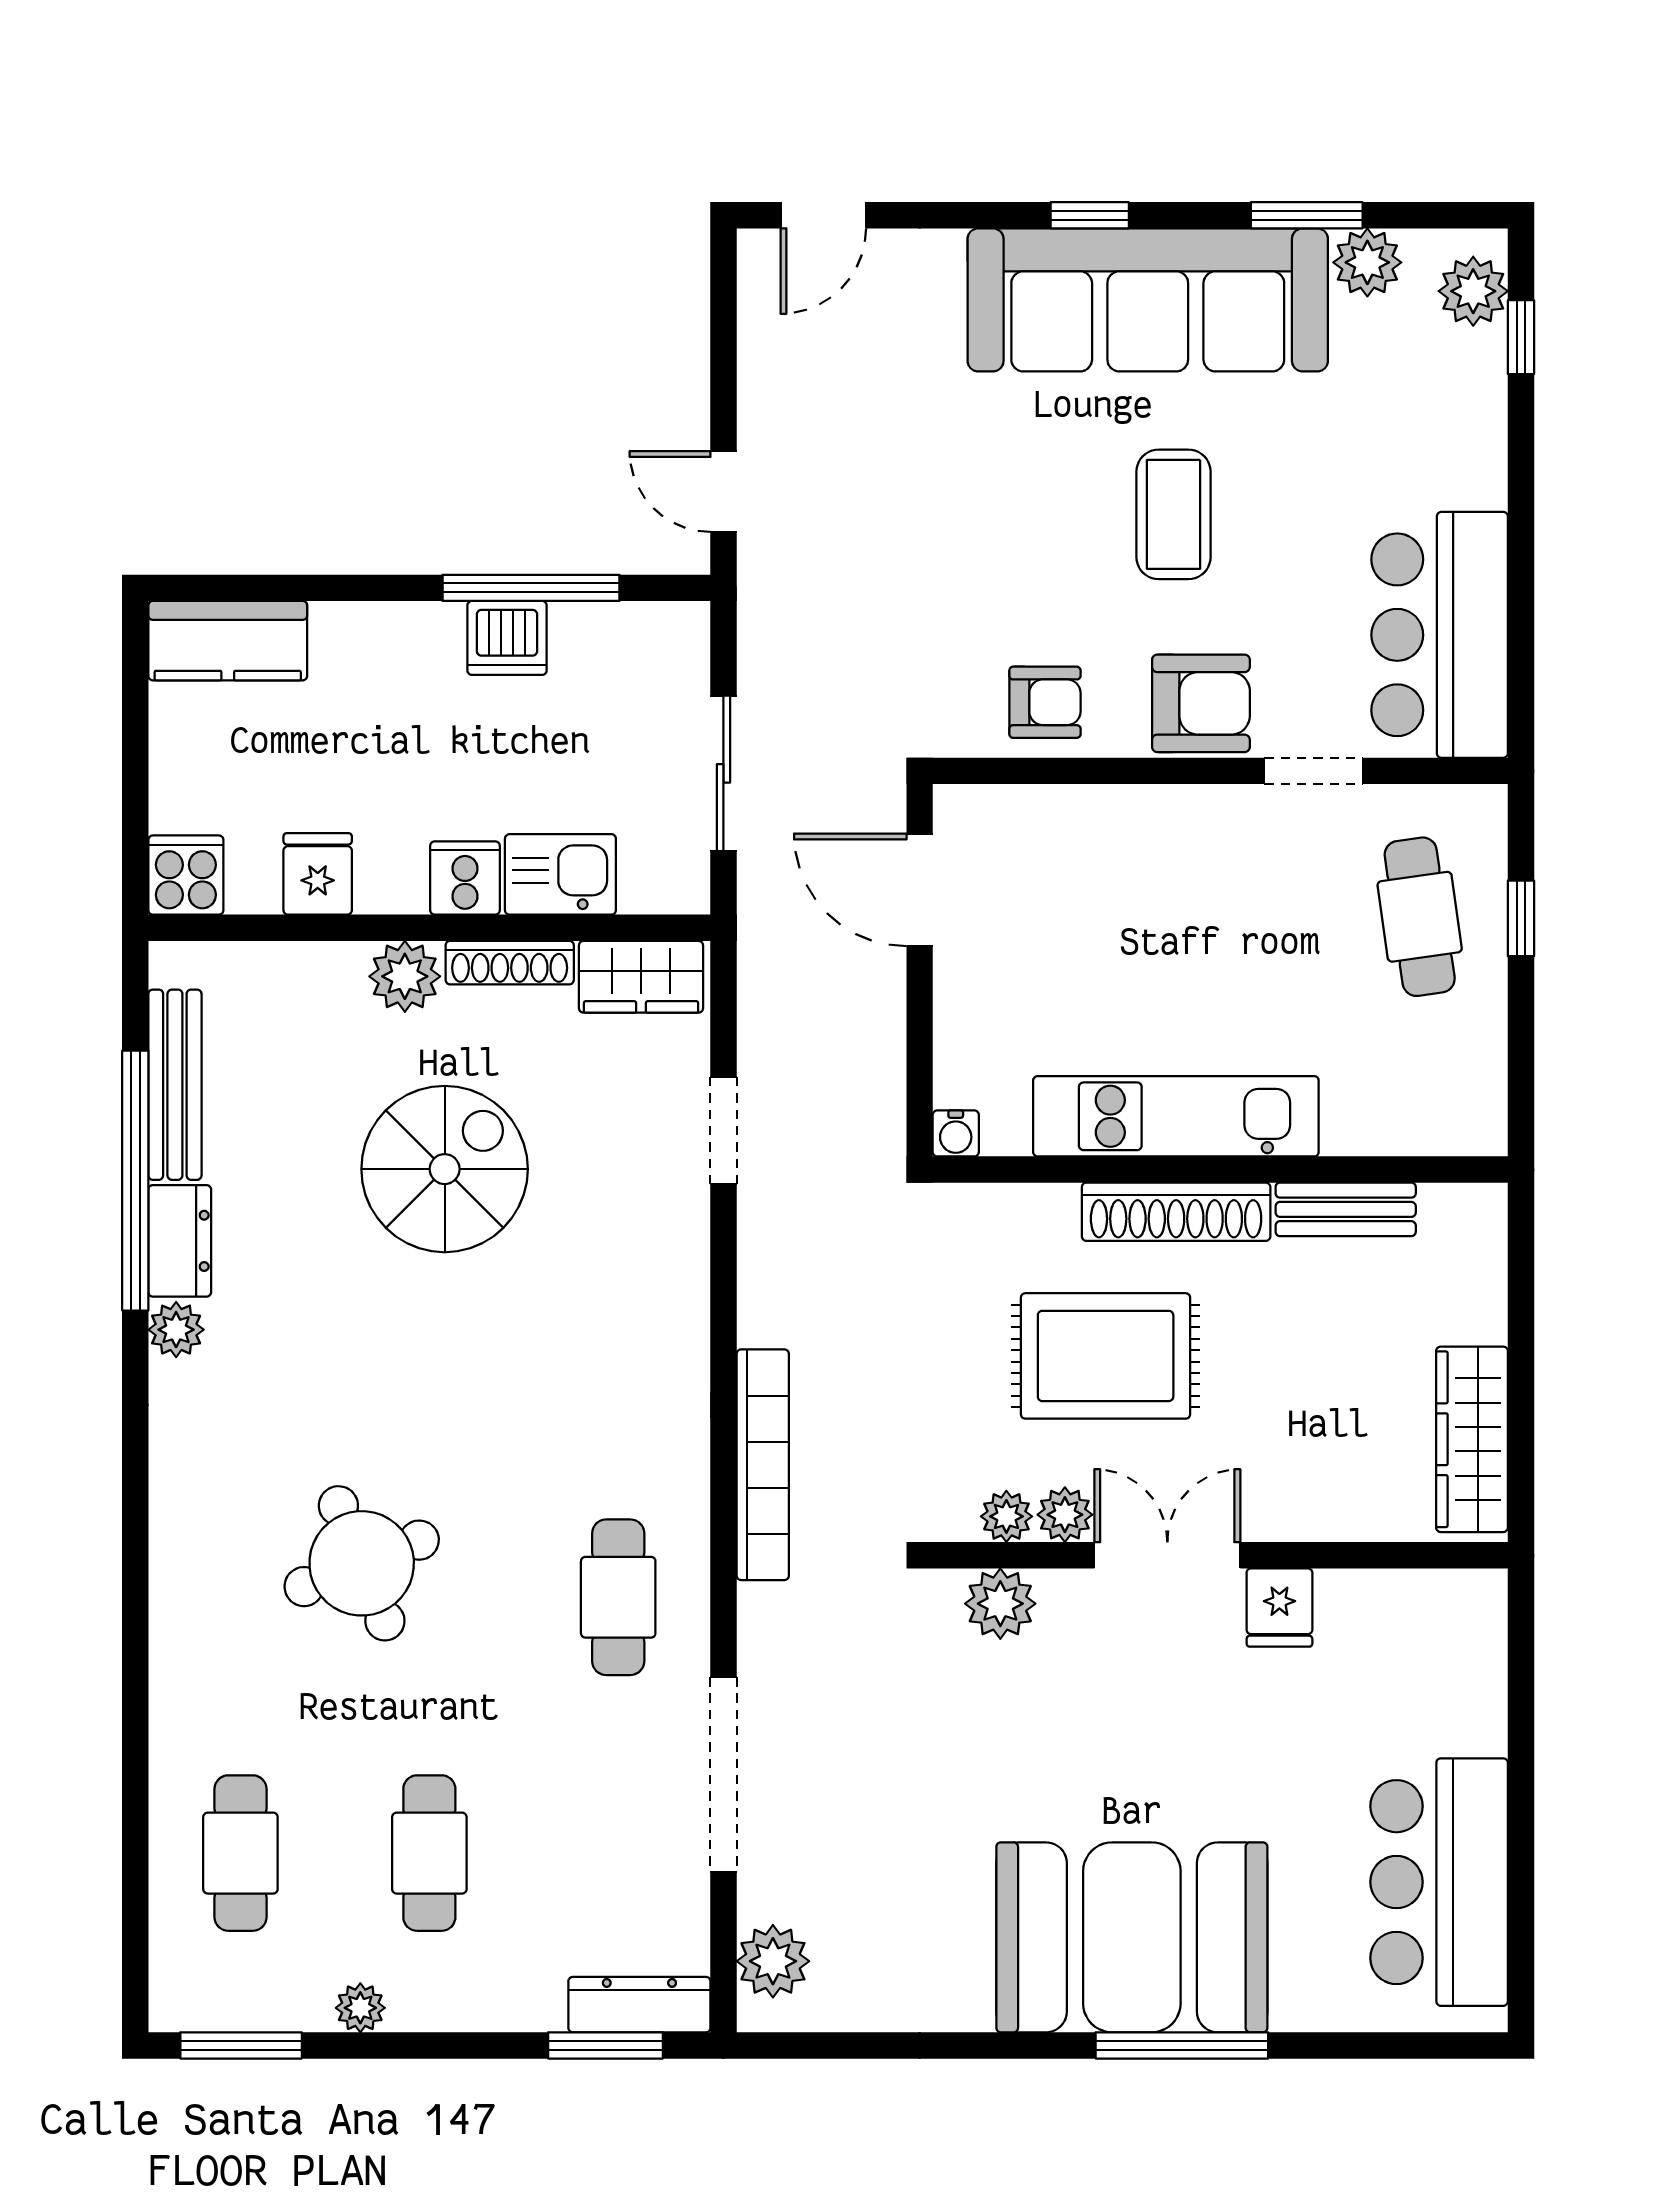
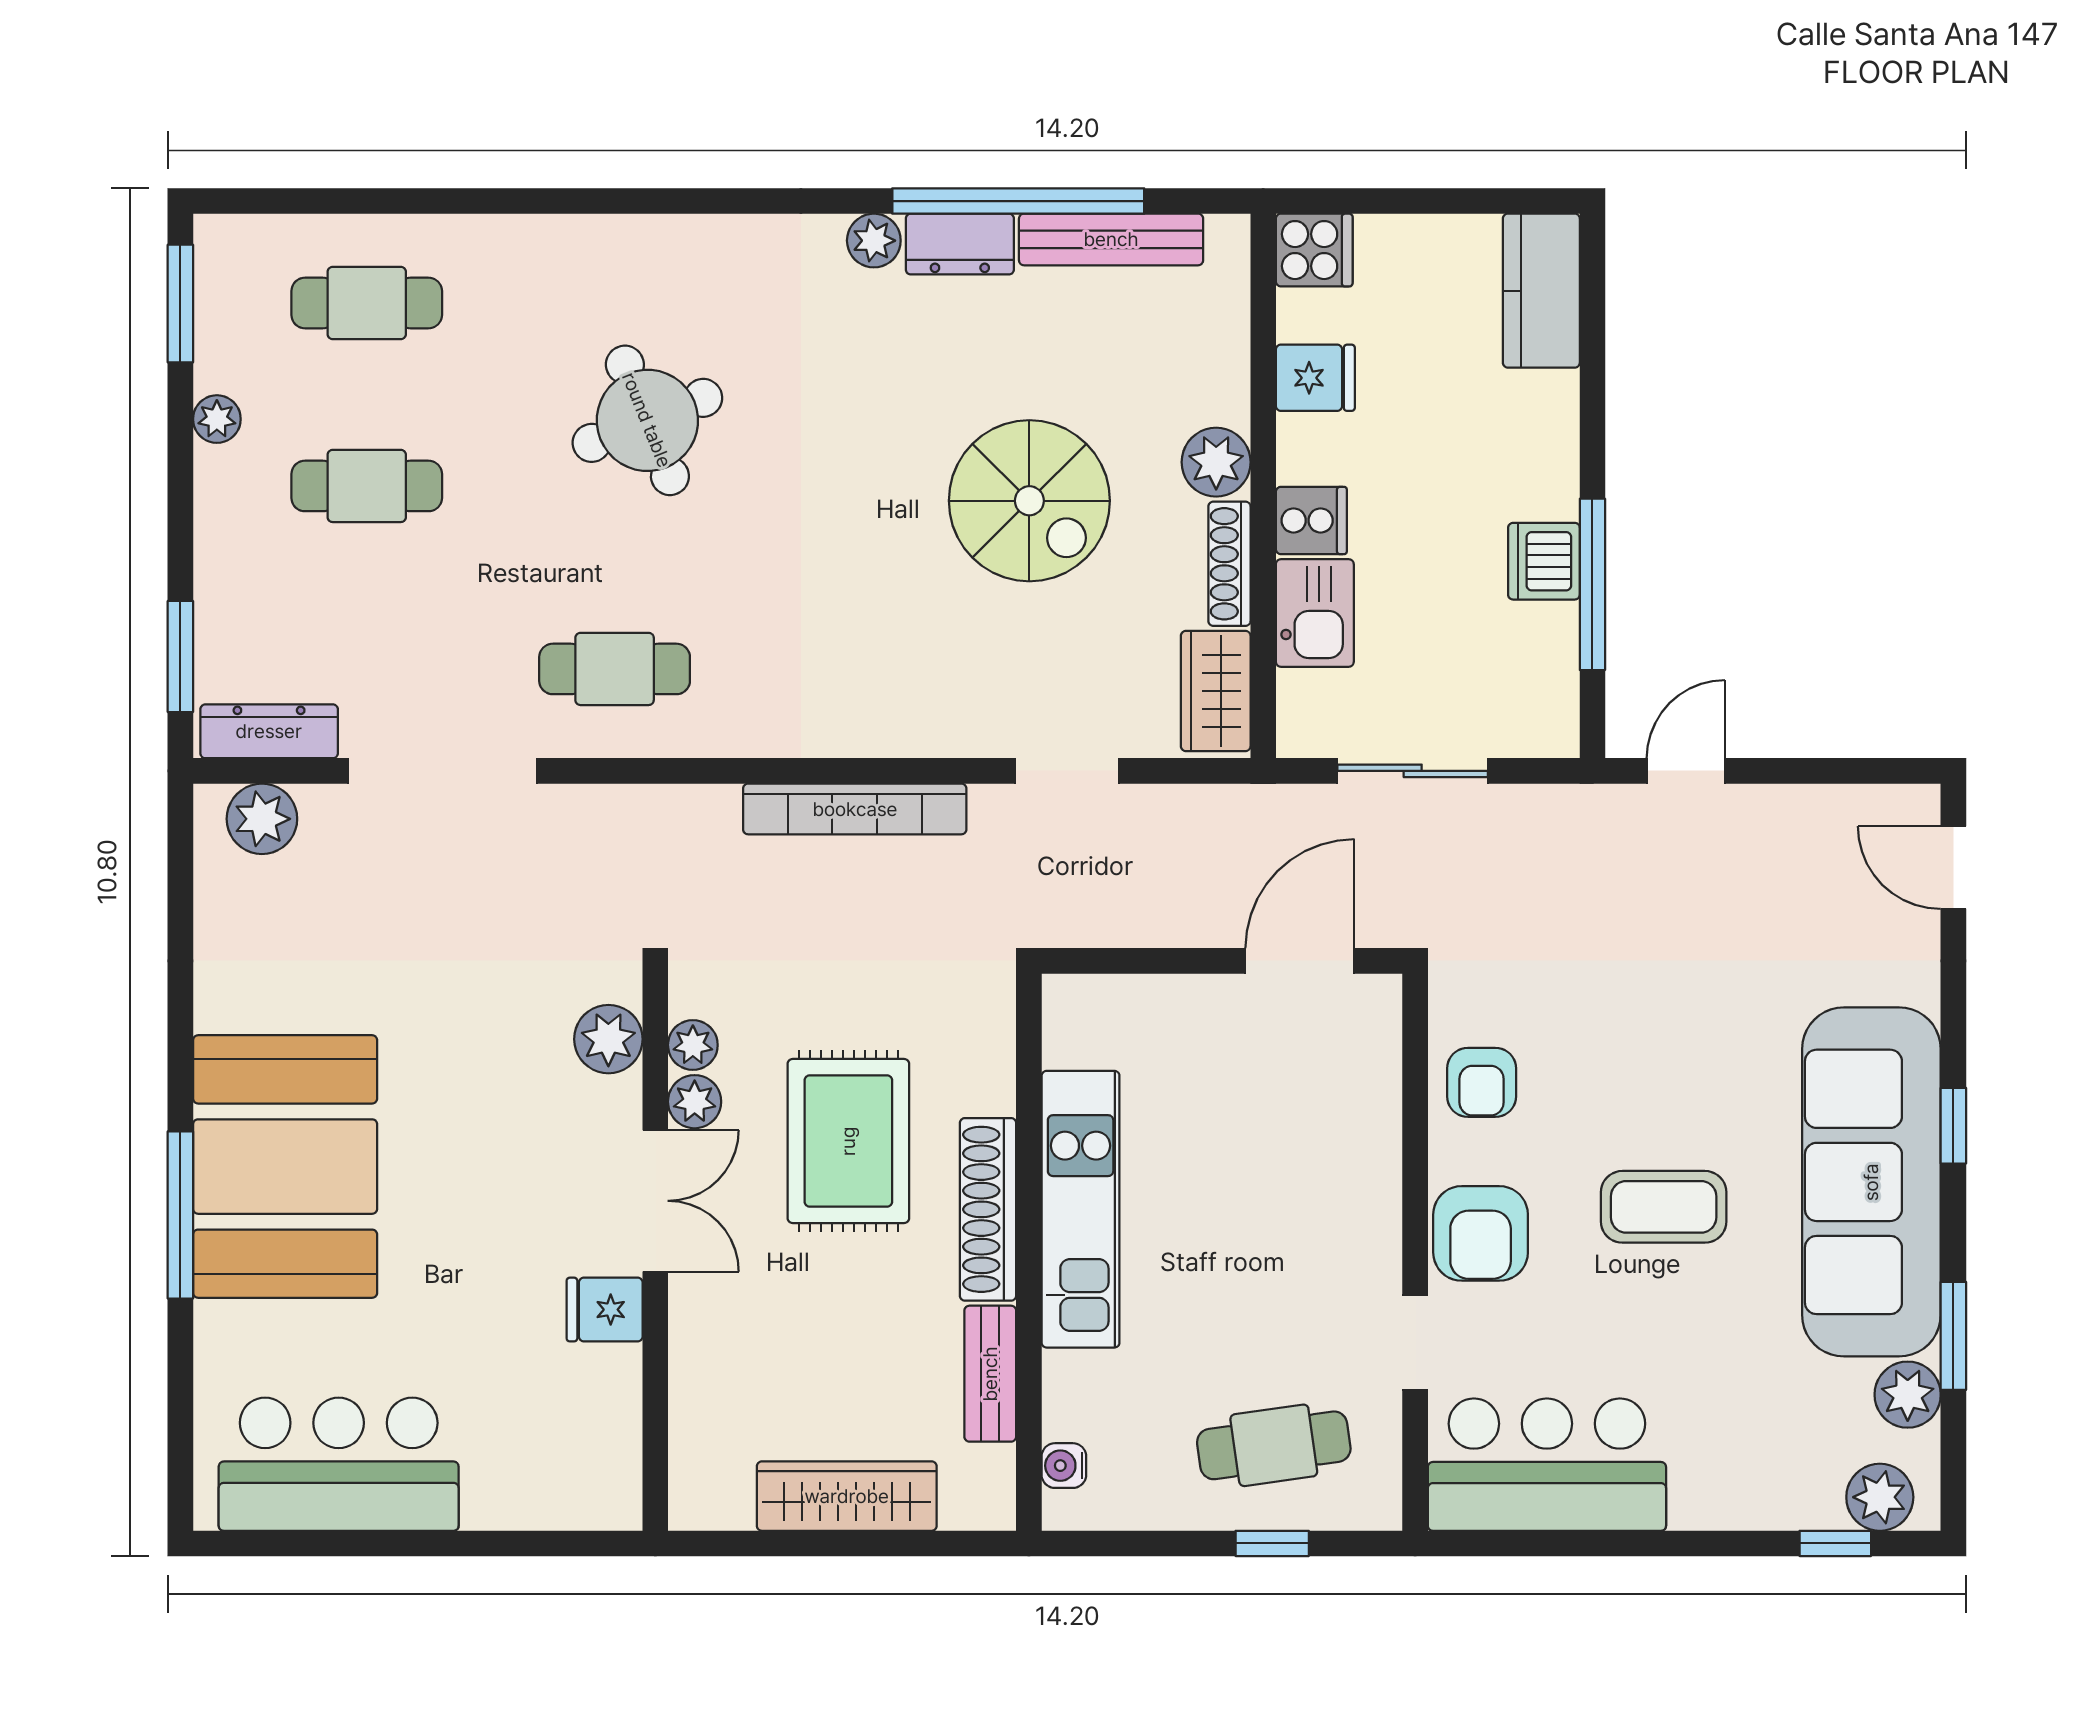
water cooler: (956, 1133) -> (1064, 1466), moved
wardrobe: (1472, 1439) -> (847, 1496), moved
bookcase: (763, 1465) -> (855, 809), moved
dresser: (639, 2005) -> (269, 731), moved, turned -90

